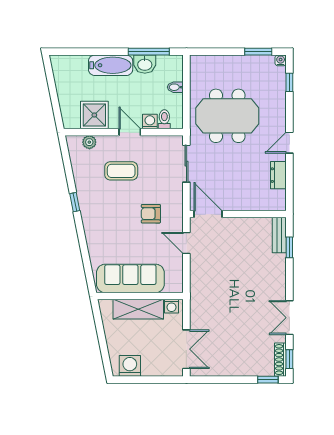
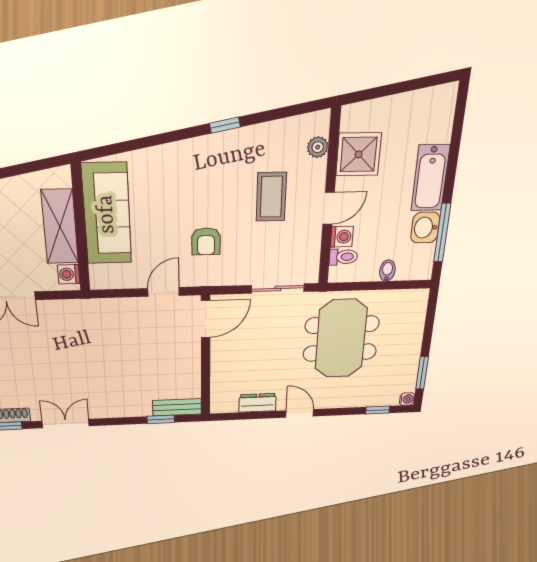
armchair: (151, 214) -> (206, 241), turned 180

